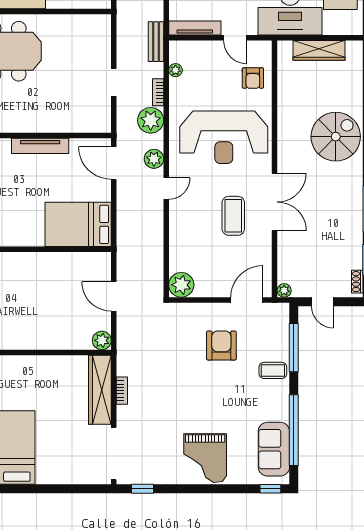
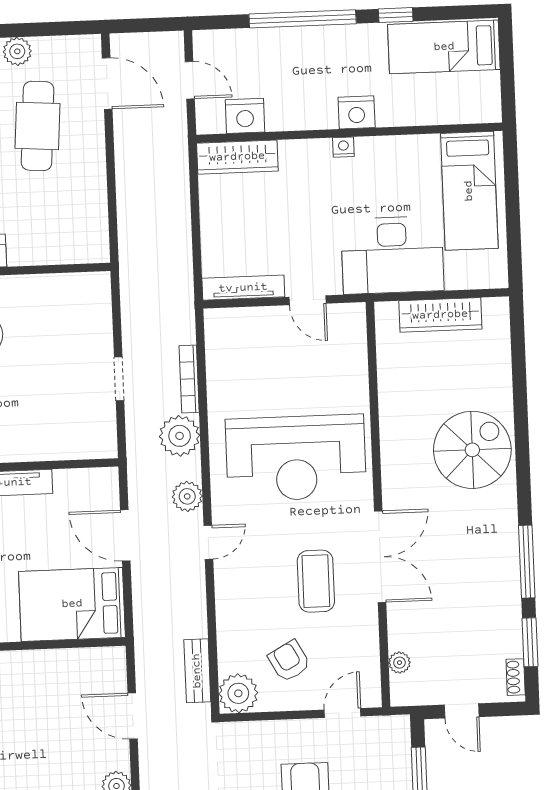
bench: (156, 42) -> (197, 671), moved
plant: (176, 70) -> (216, 355), removed
armchair: (253, 78) -> (289, 661), moved, turned 151
bookcase: (158, 92) -> (189, 379), width x1.56
door: (114, 163) -> (125, 535), moved
plant: (284, 290) -> (399, 663), moved
door: (247, 300) -> (342, 713), width x0.73

